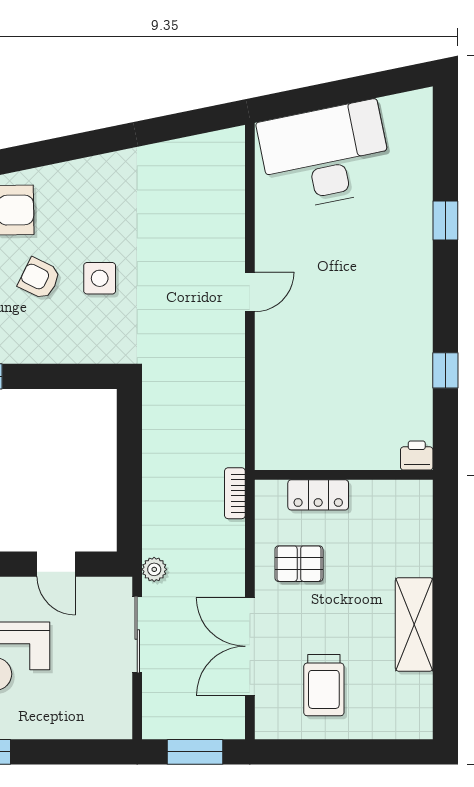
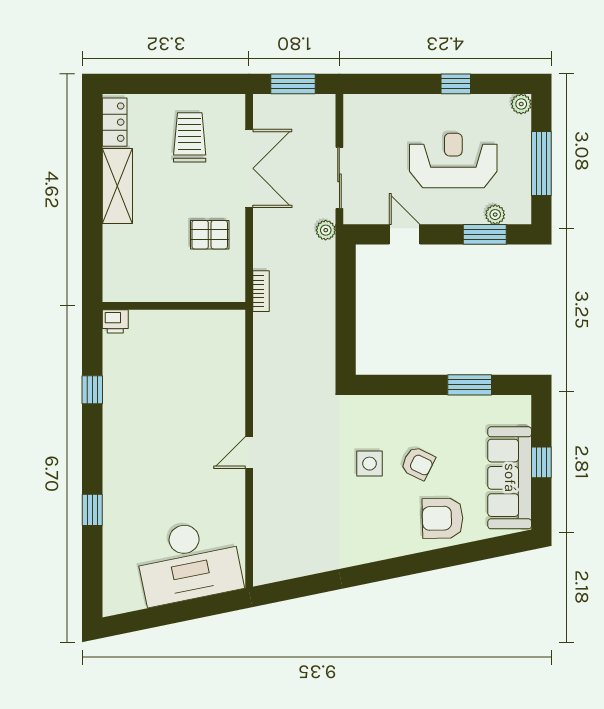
locker: (318, 495) -> (115, 122), moved, turned 90

